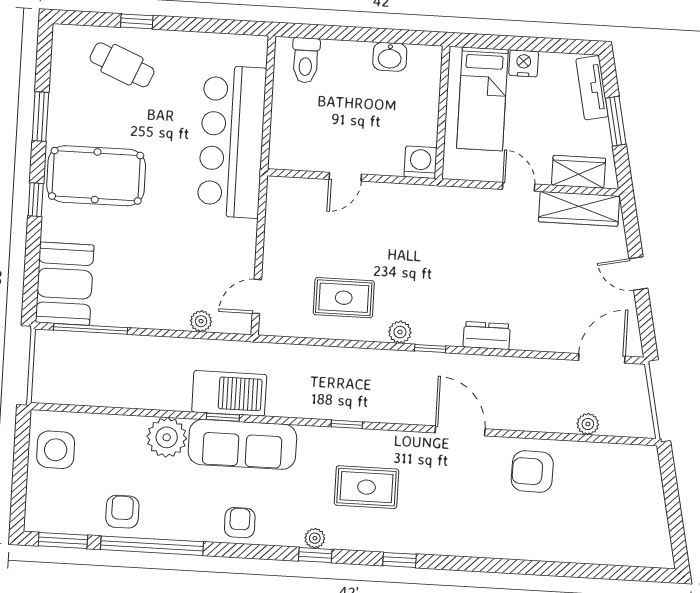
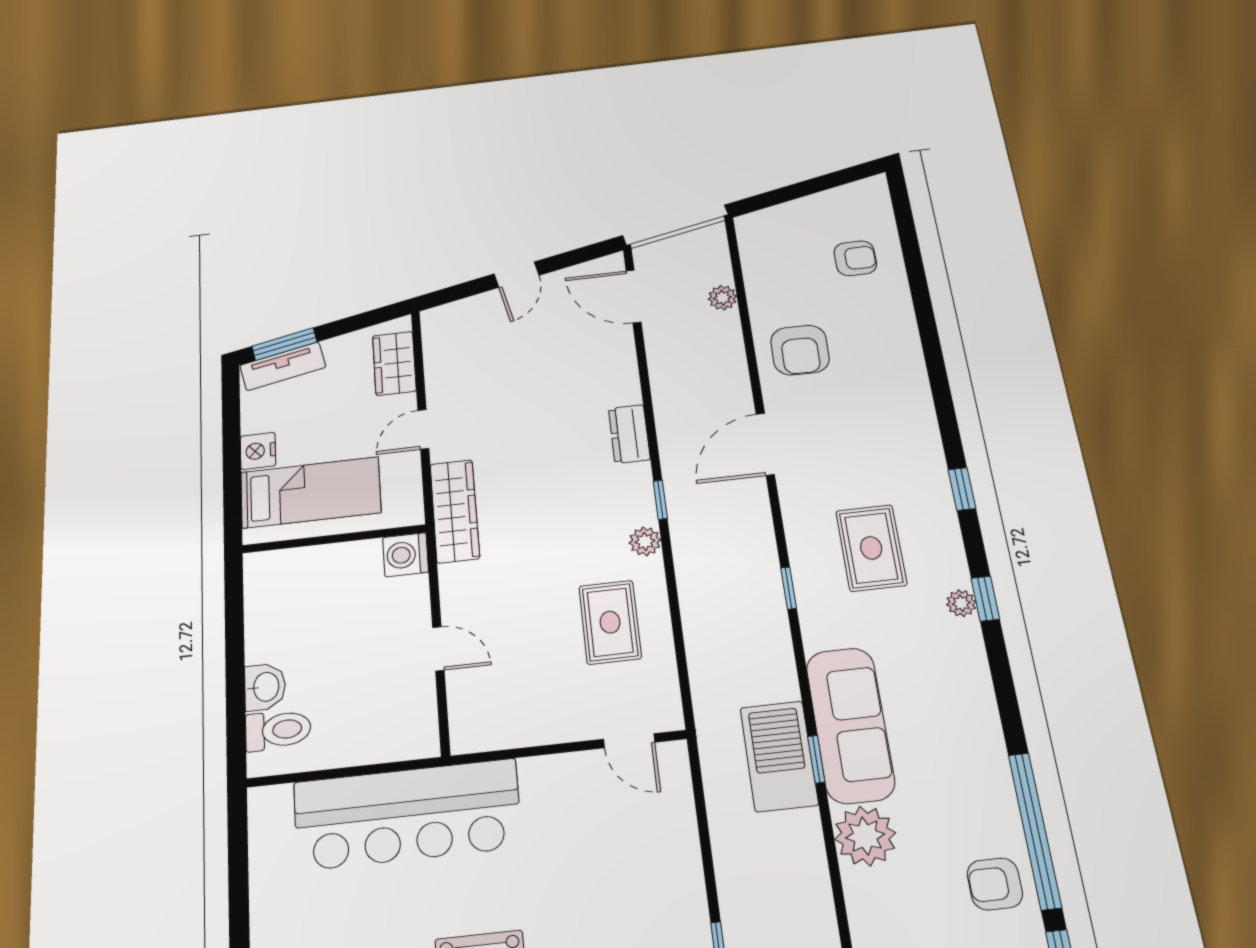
washbasin: (390, 57) -> (265, 687), moved
window: (616, 121) -> (284, 344), moved
wardrobe: (579, 209) -> (455, 511), moved
plant: (201, 321) -> (680, 815), removed
armchair: (240, 523) -> (855, 258), moved, turned 180

